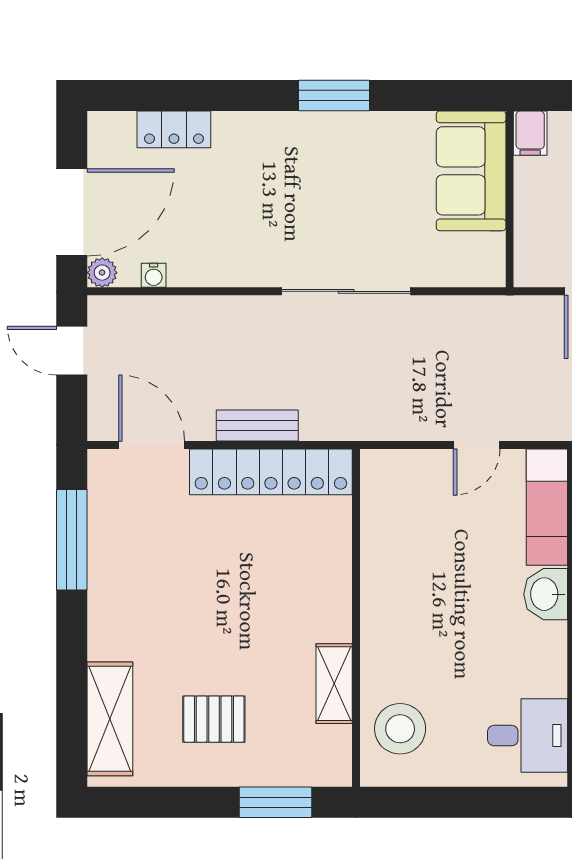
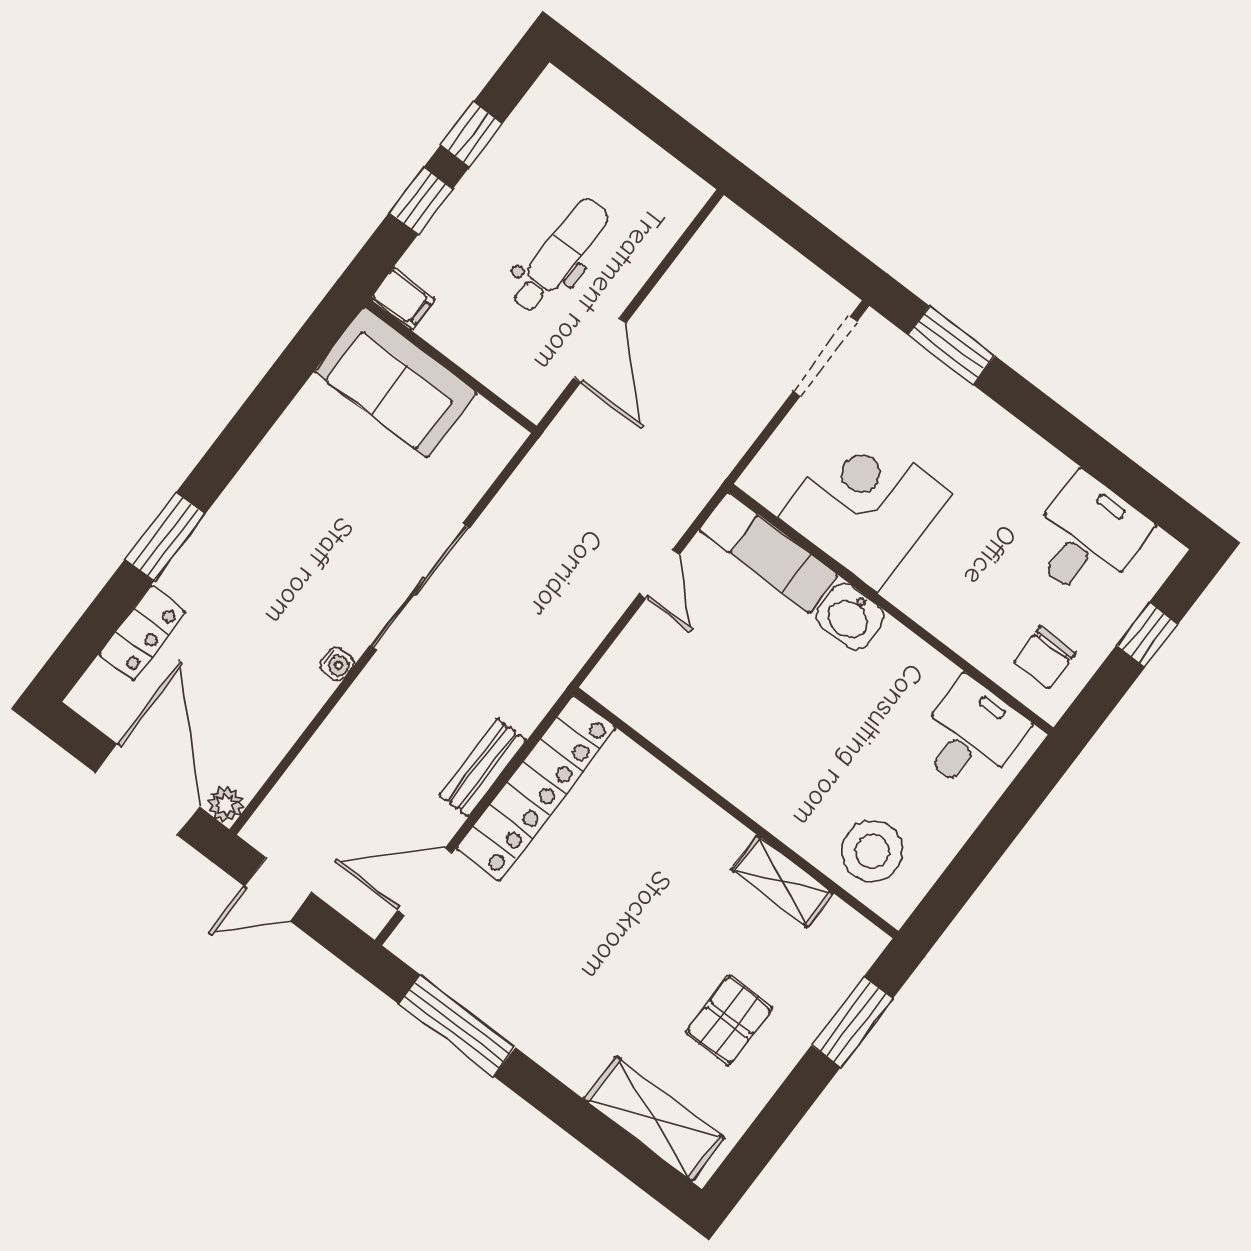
window: (334, 95) -> (165, 537), moved
water cooler: (154, 275) -> (337, 664), moved

